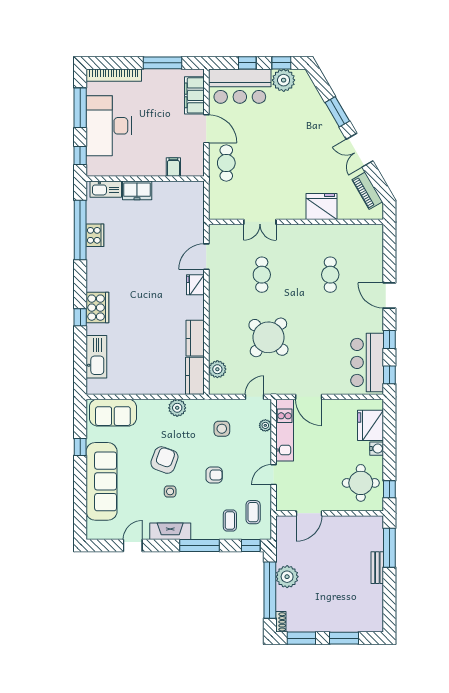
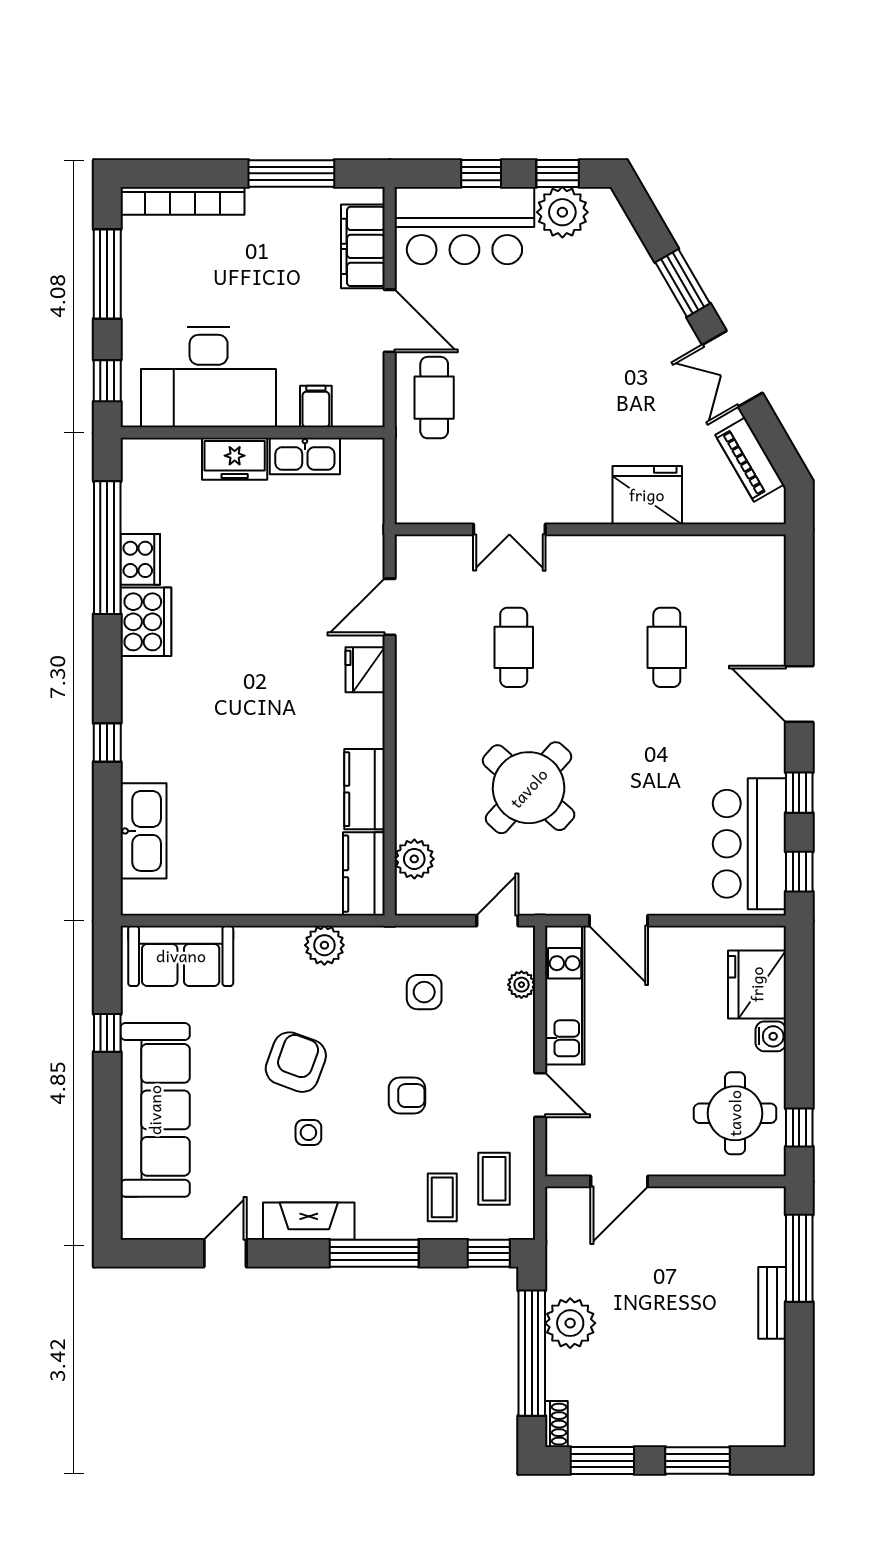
desk: (109, 126) -> (209, 377), moved, turned -90
kitchen sink: (106, 189) -> (305, 456), moved
cooker: (97, 308) -> (146, 622), moved
door: (274, 475) -> (540, 1095), swing flipped

